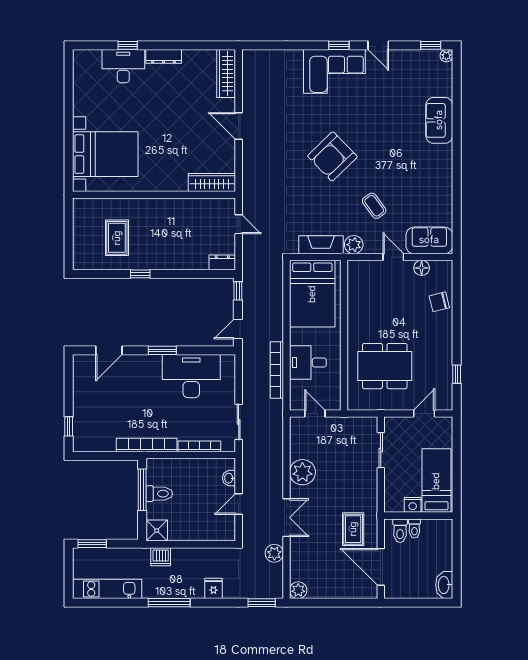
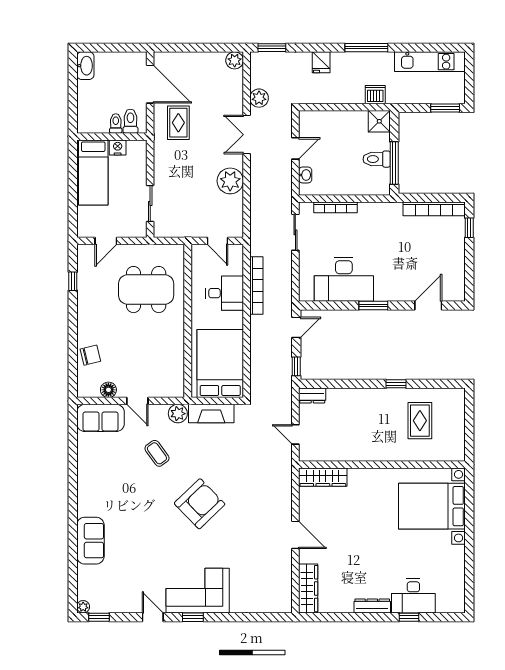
bookcase: (147, 445) -> (434, 209), moved

